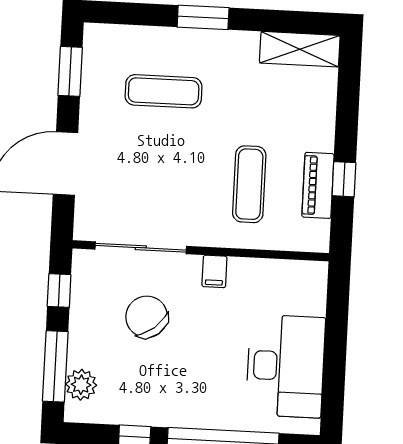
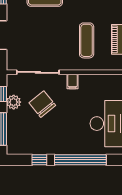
plant: (81, 385) -> (14, 102), moved

